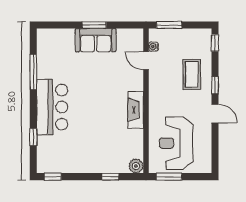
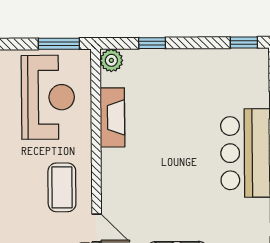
coffee table: (192, 74) -> (62, 187), moved
fireplace: (136, 110) -> (112, 117), moved

